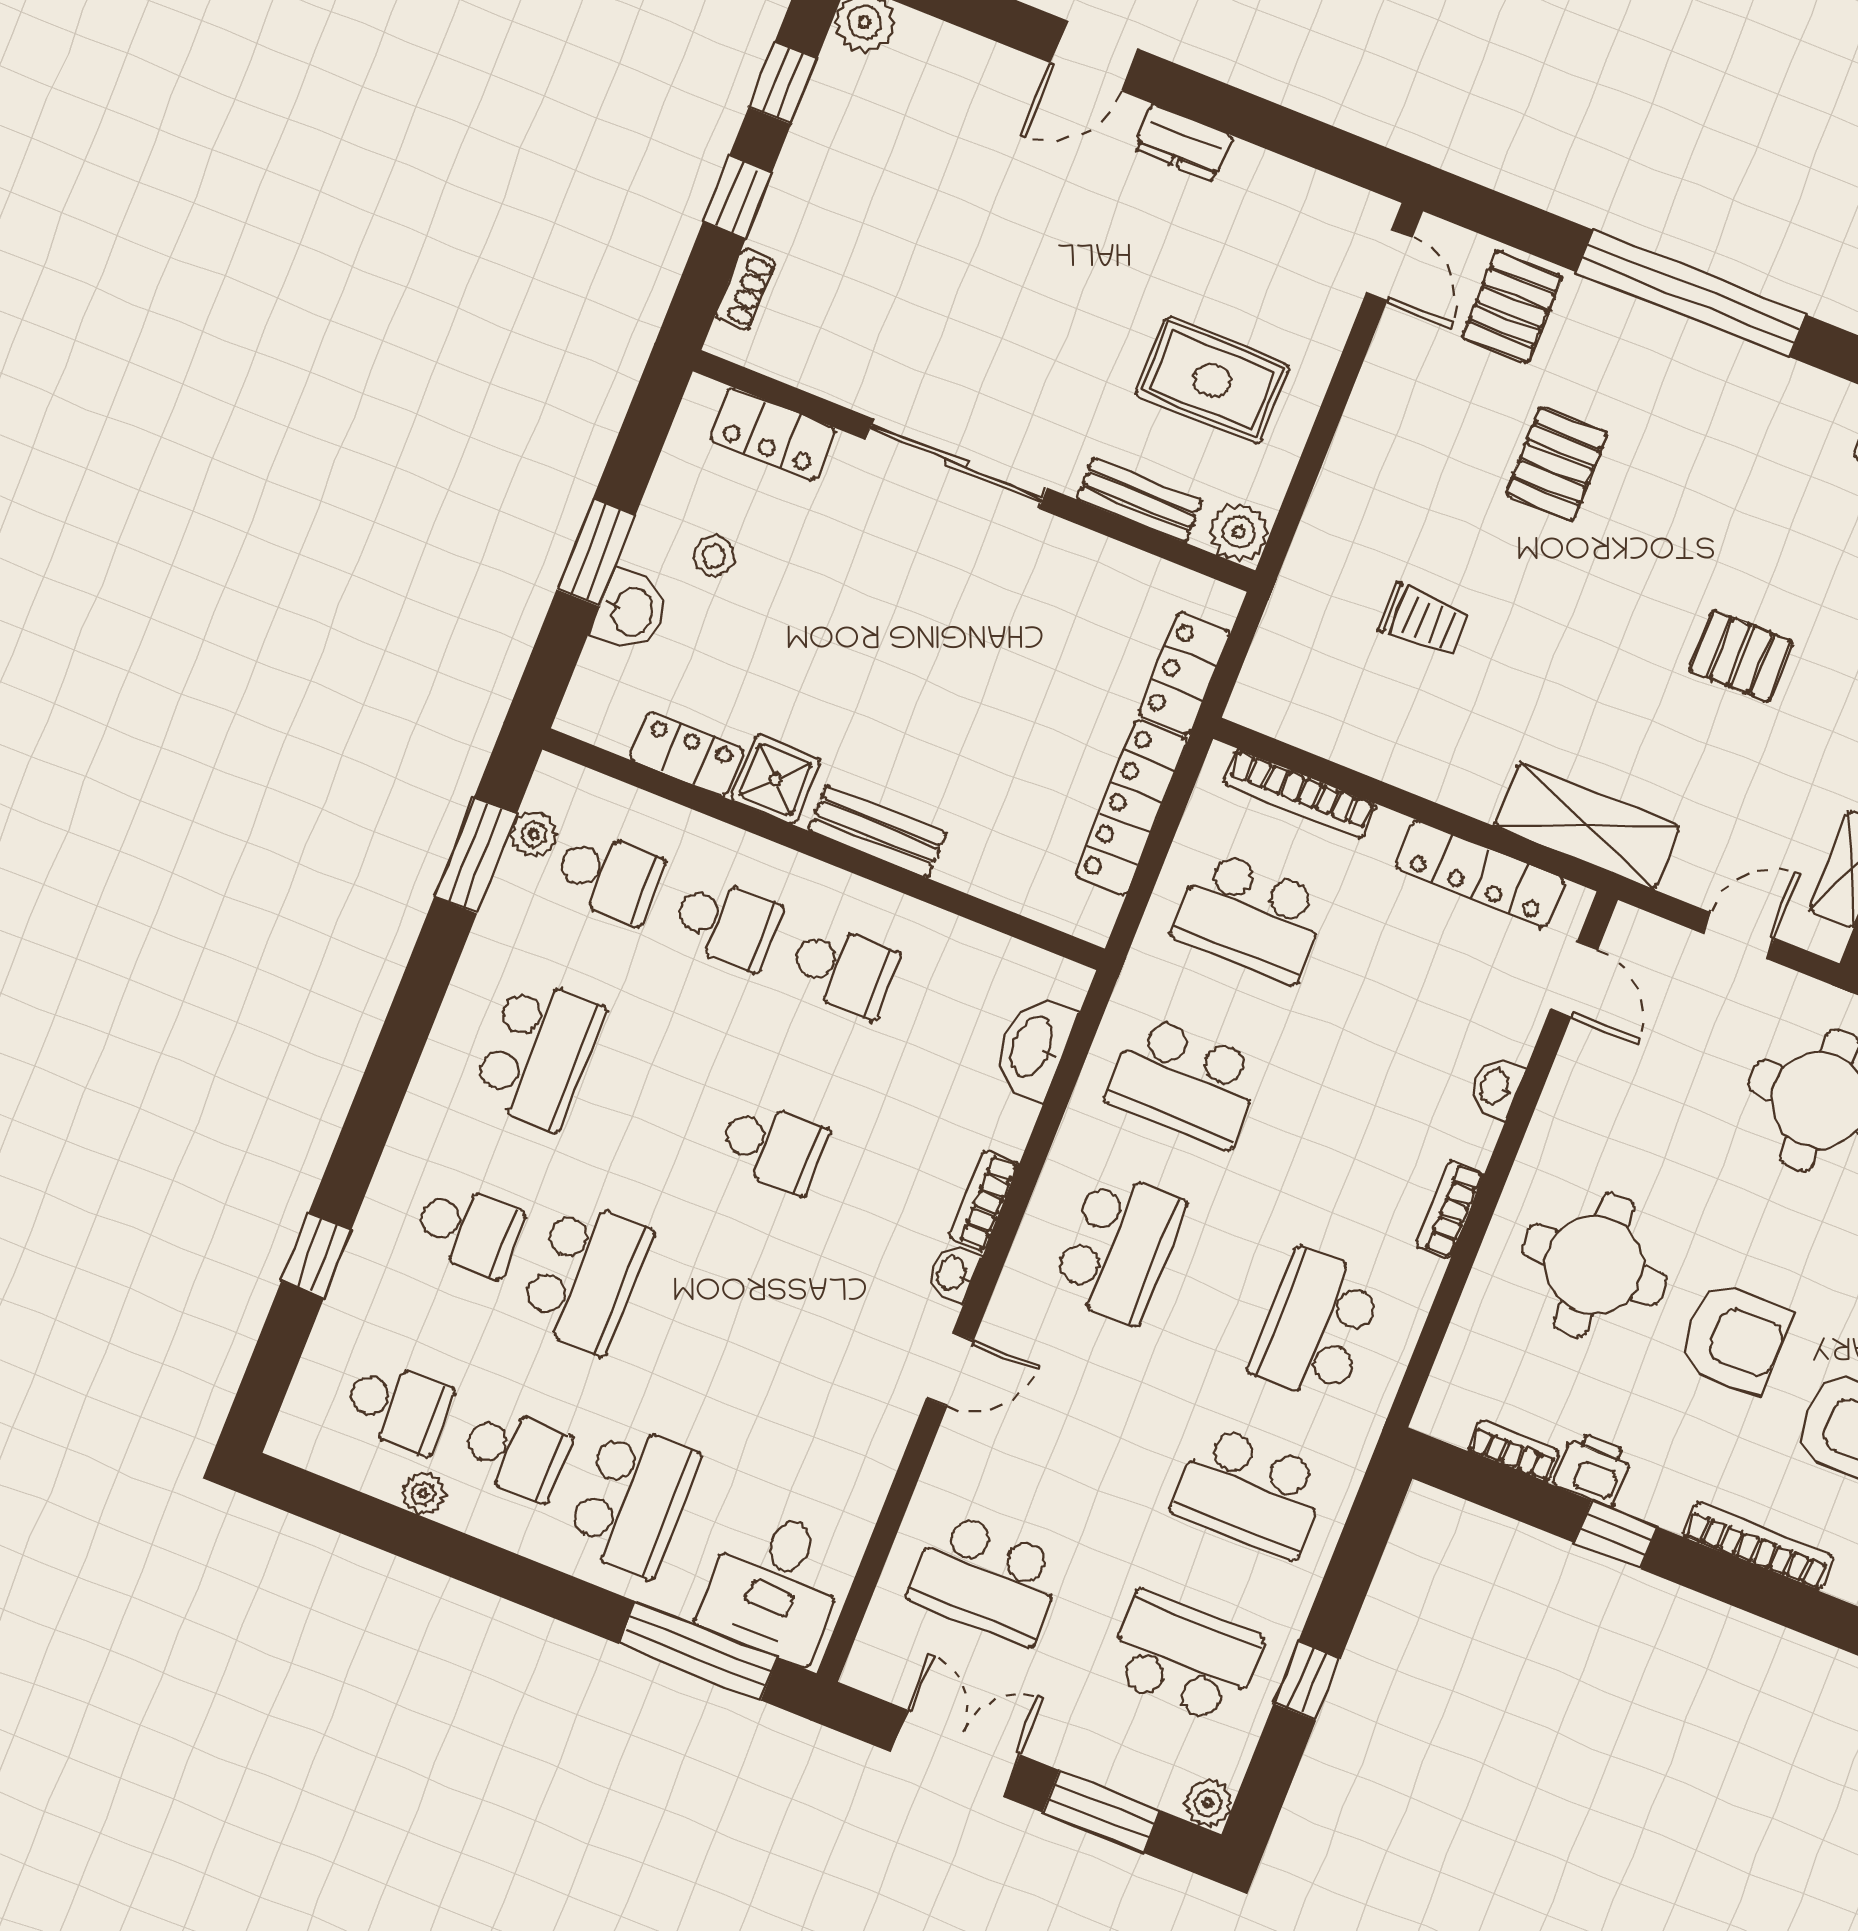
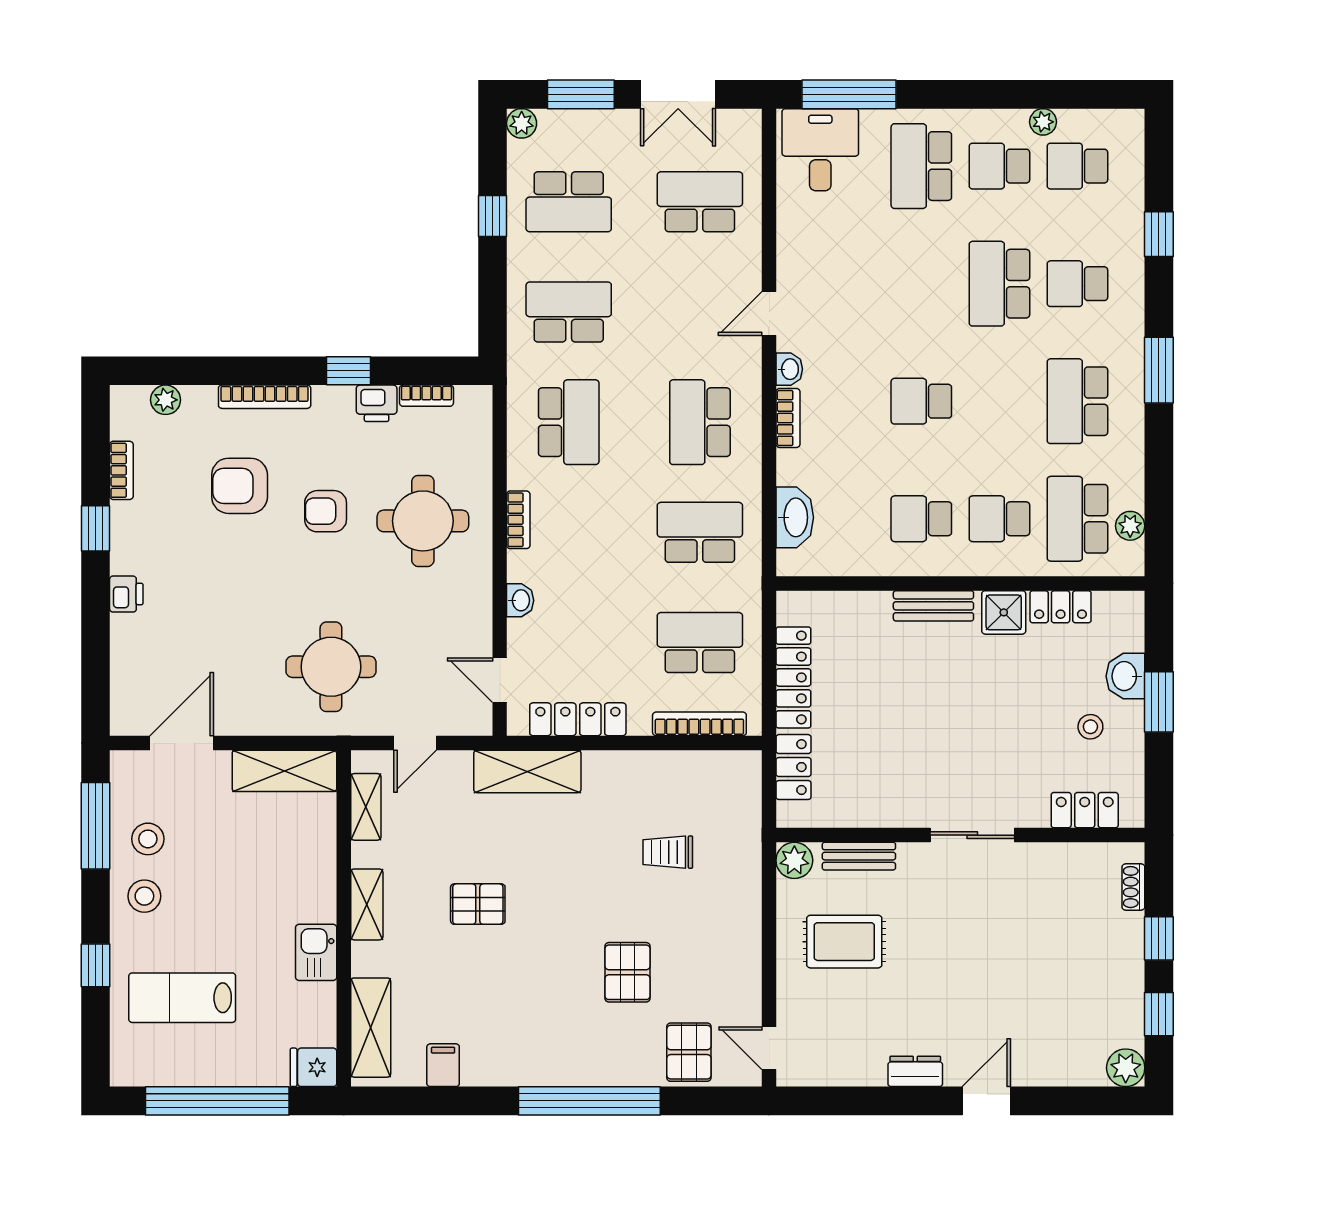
sliding door: (956, 464) -> (972, 835), width x0.73
window: (476, 855) -> (1159, 370), moved
school desk: (609, 876) -> (1077, 519), width x1.85
armchair: (1735, 1337) -> (326, 511), width x0.72, depth x0.72

